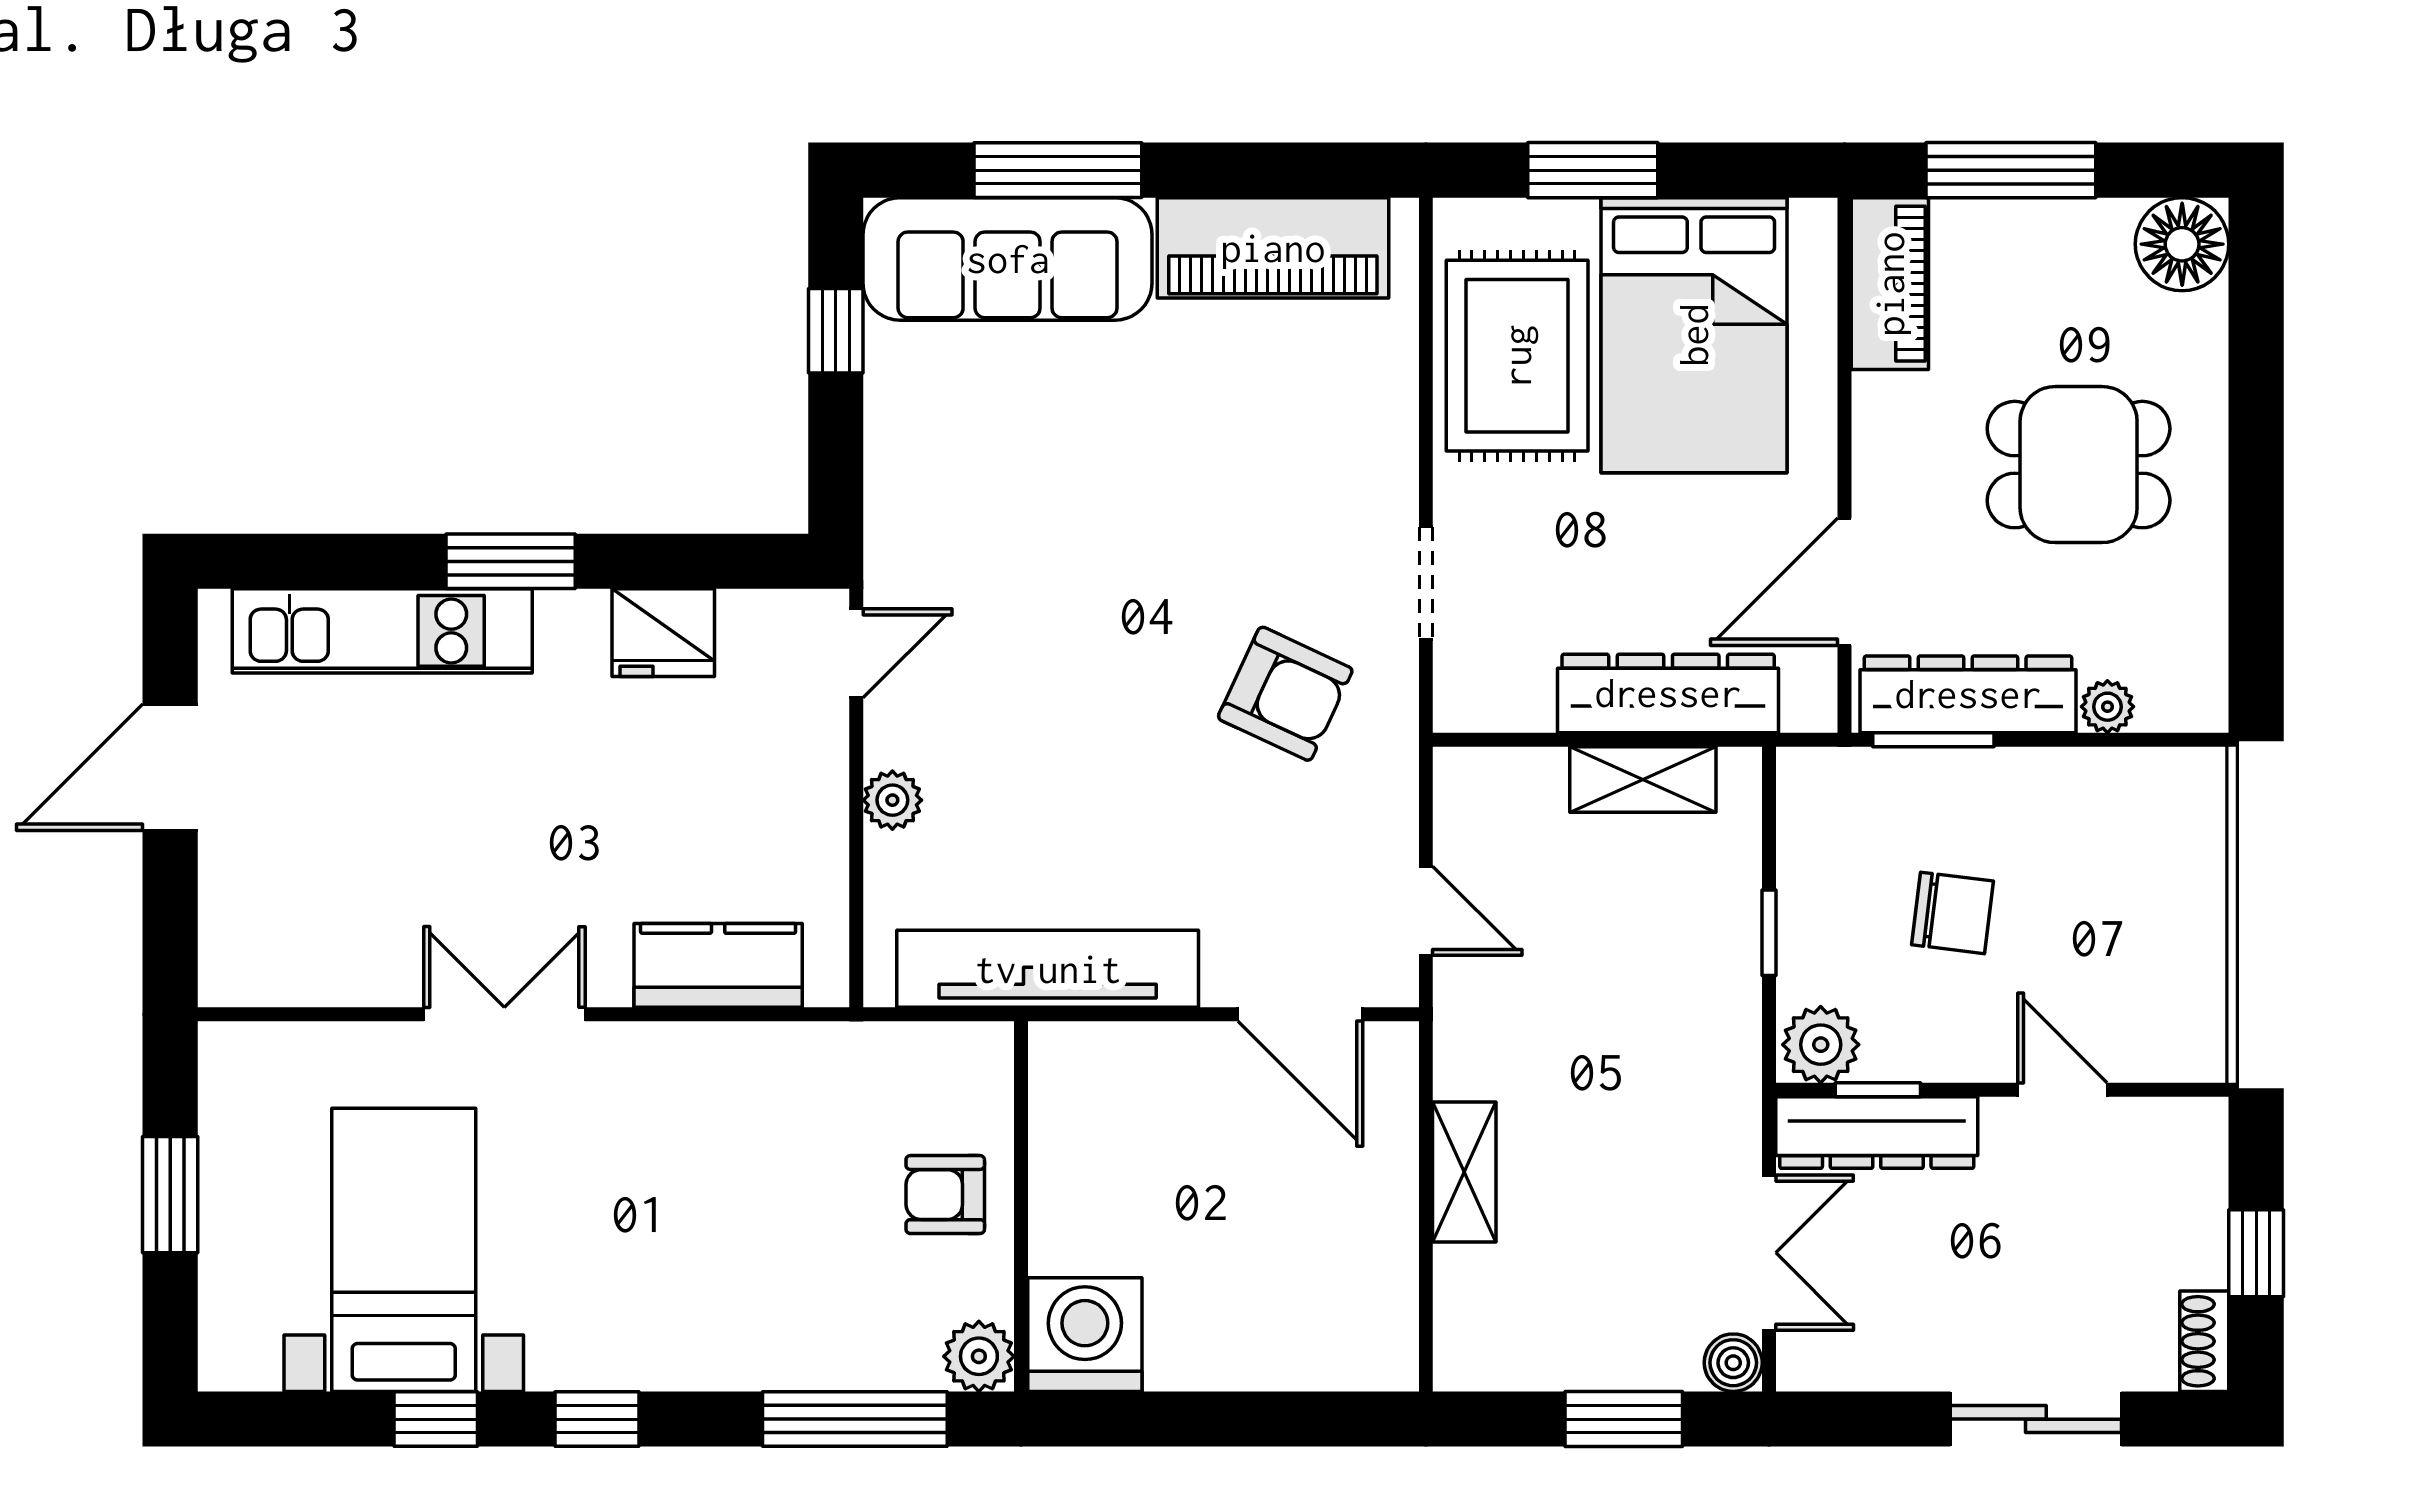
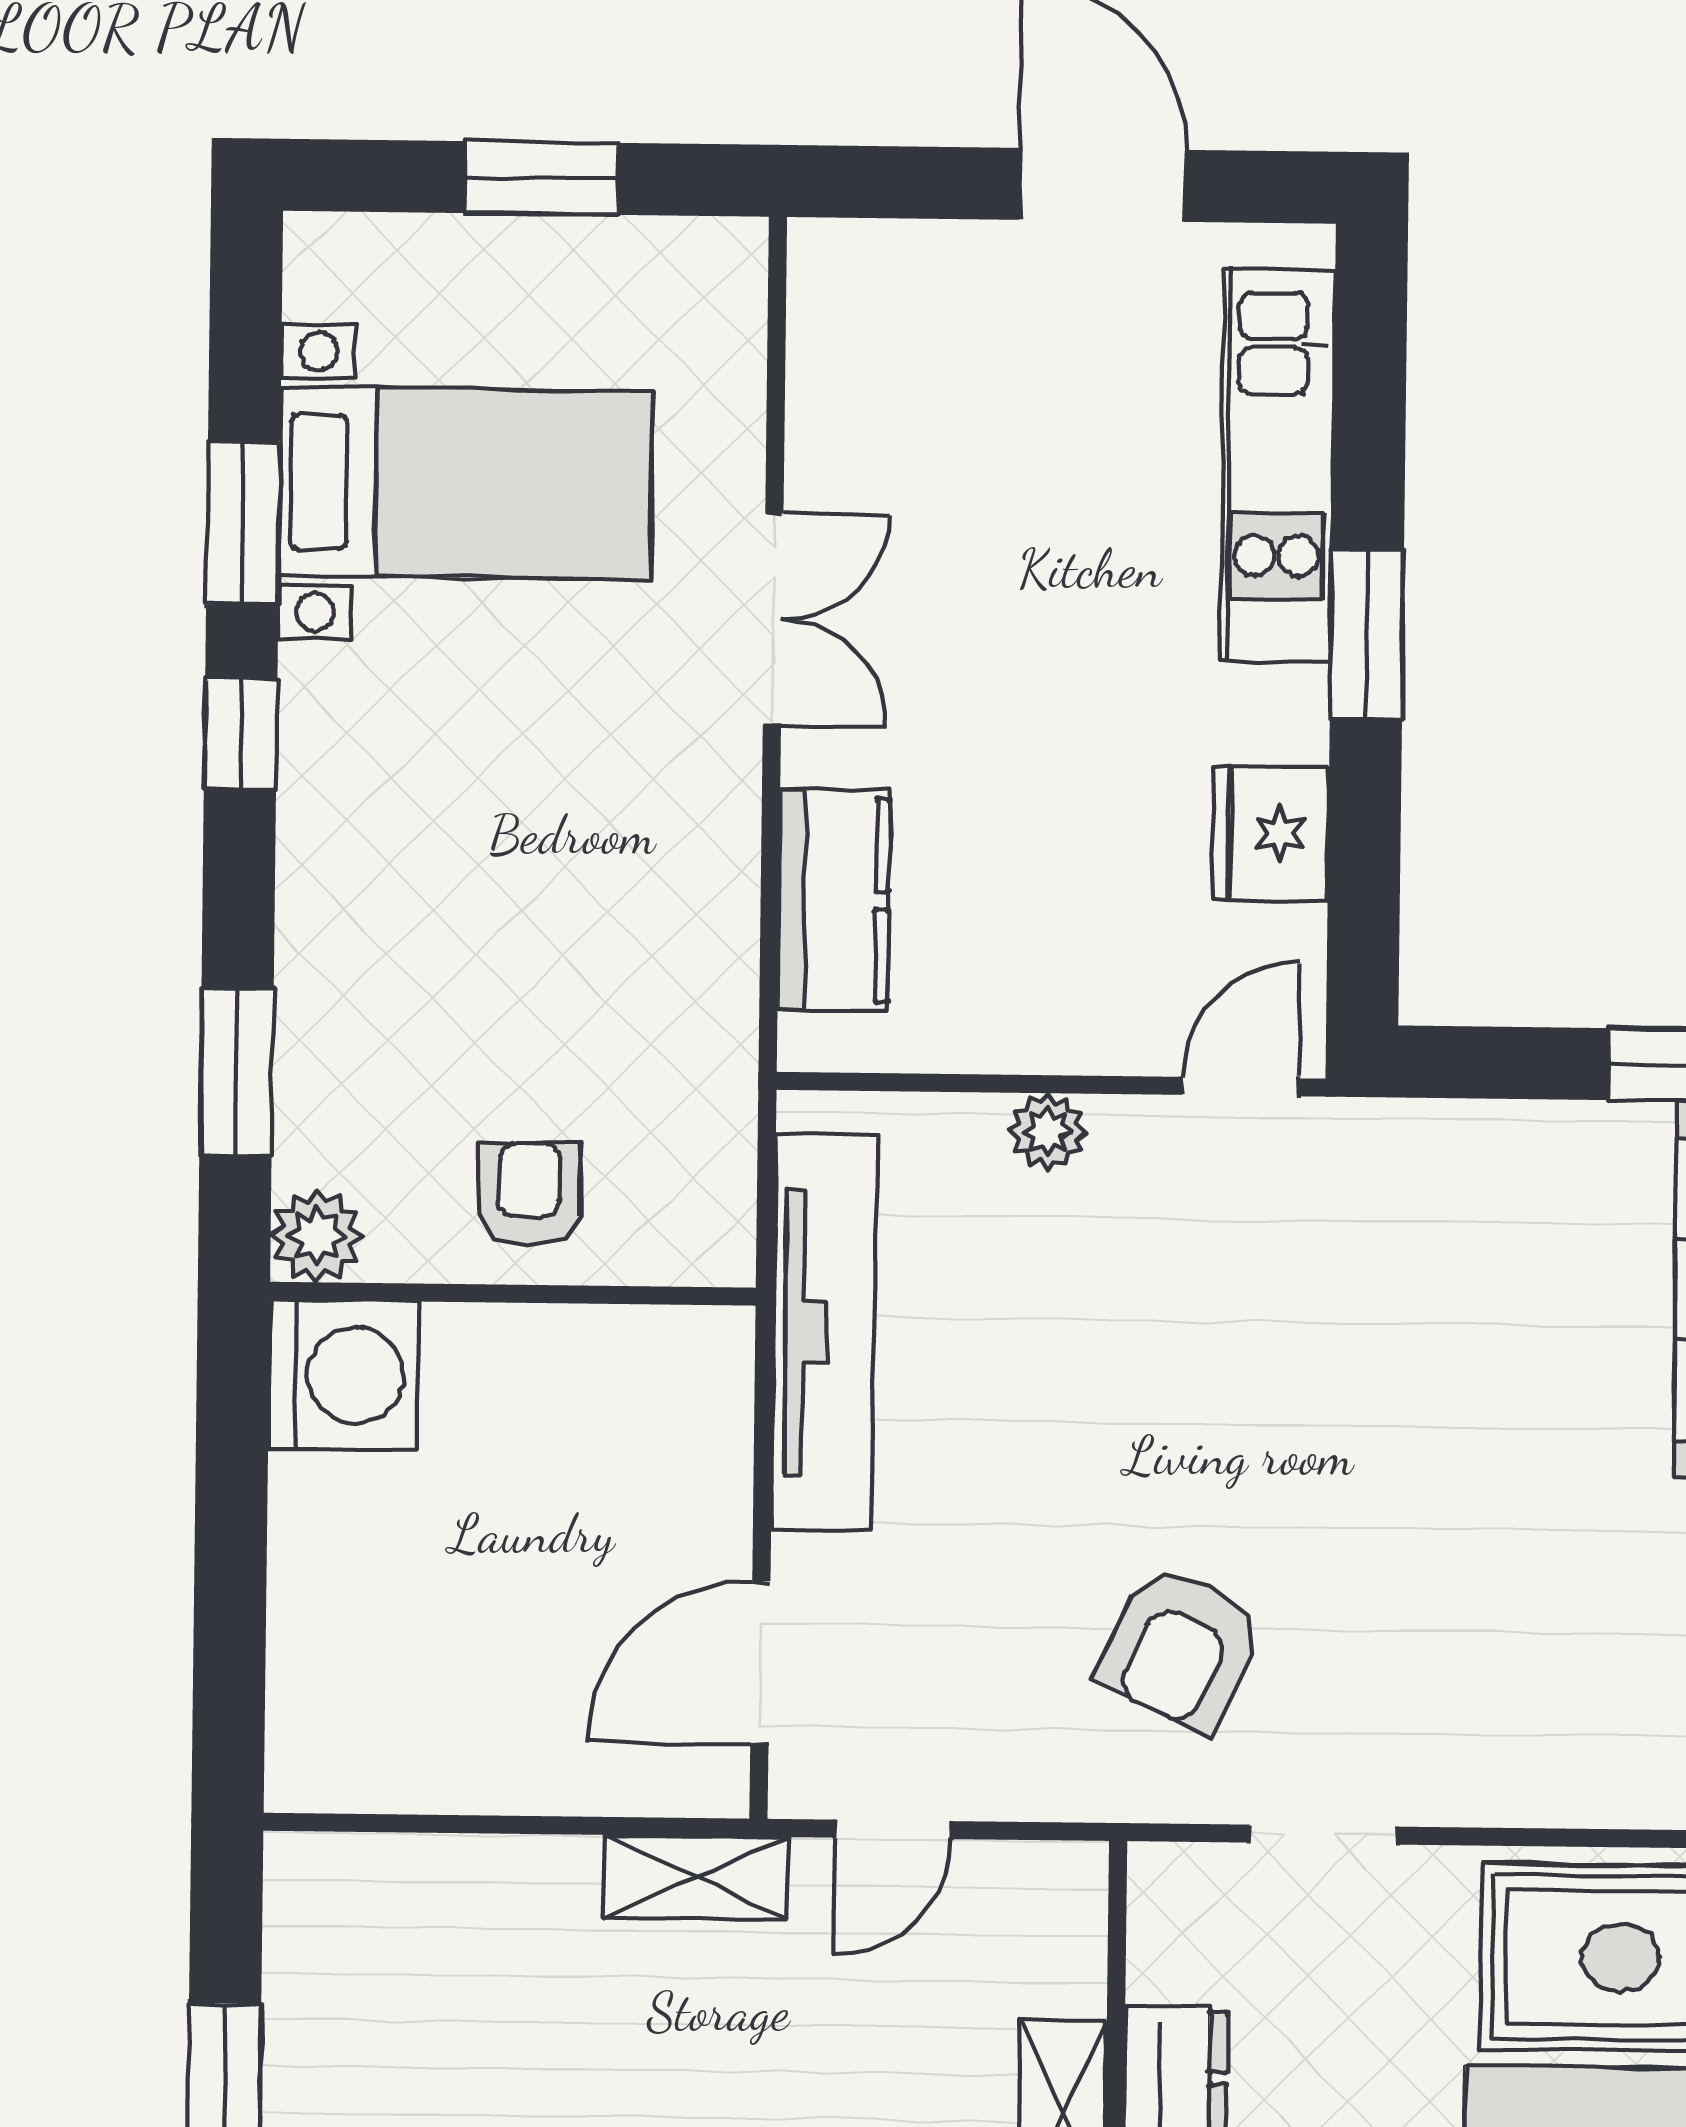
door: (856, 653) -> (1241, 1087), swing flipped
shelving: (1464, 1172) -> (696, 1877), moved
window: (436, 1419) -> (243, 523), width x1.50
window: (855, 1419) -> (237, 1072), width x0.69

